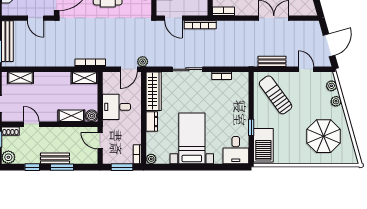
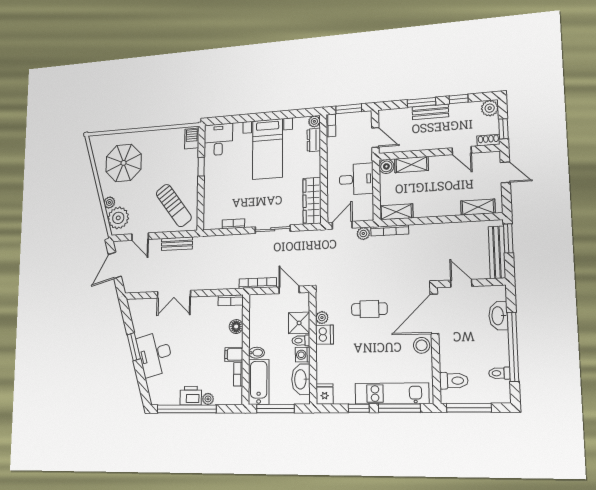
plant: (143, 62) -> (363, 234), moved
plant: (332, 86) -> (118, 218), width x1.88, depth x1.88
dresser: (152, 122) -> (314, 140), moved
barbecue: (263, 145) -> (192, 138), width x0.53, depth x0.65

